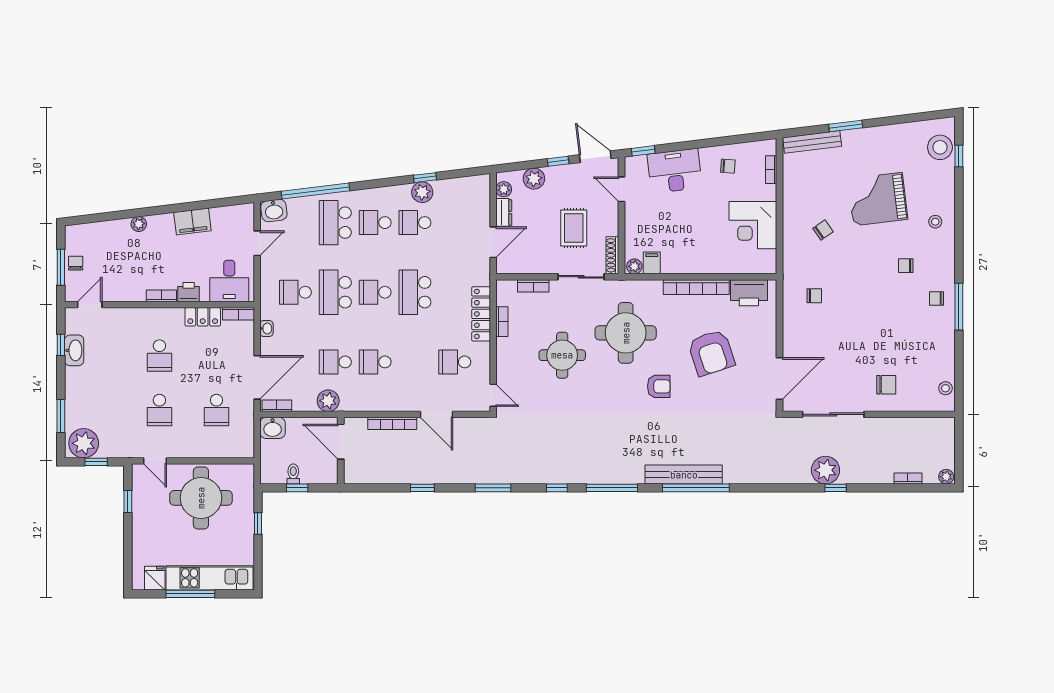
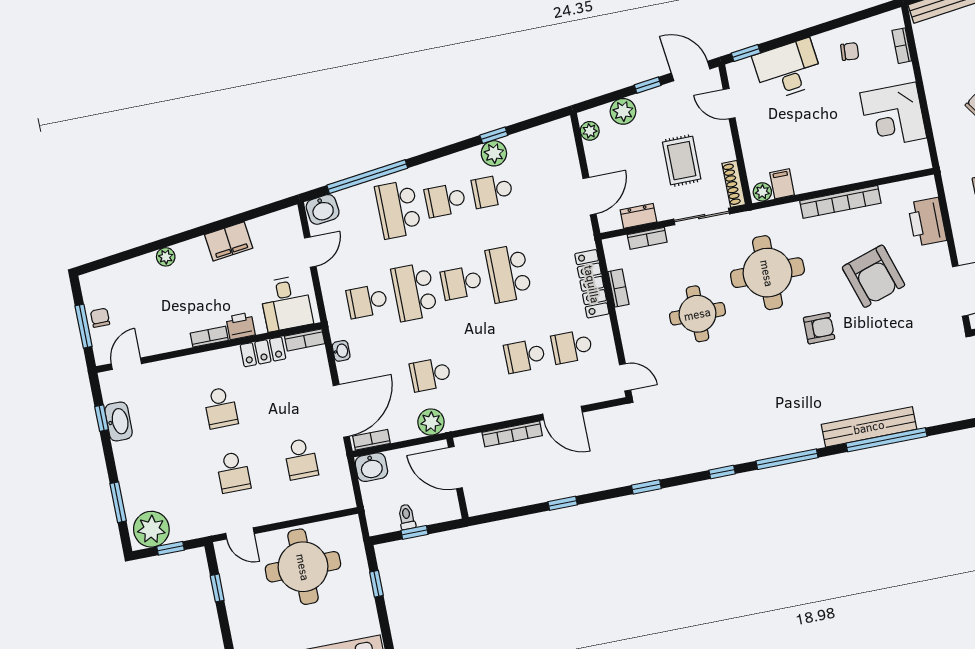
dresser: (504, 212) -> (638, 216), moved, turned -90
printer: (749, 293) -> (927, 222), moved, turned 90
school desk: (375, 362) -> (525, 356), moved
window: (493, 488) -> (646, 487), width x0.67

